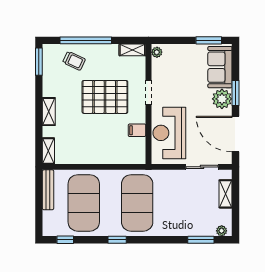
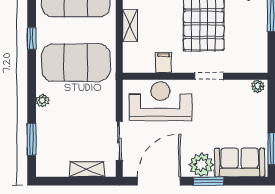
shelving: (132, 50) -> (130, 26), moved
plant: (222, 231) -> (42, 100), moved

